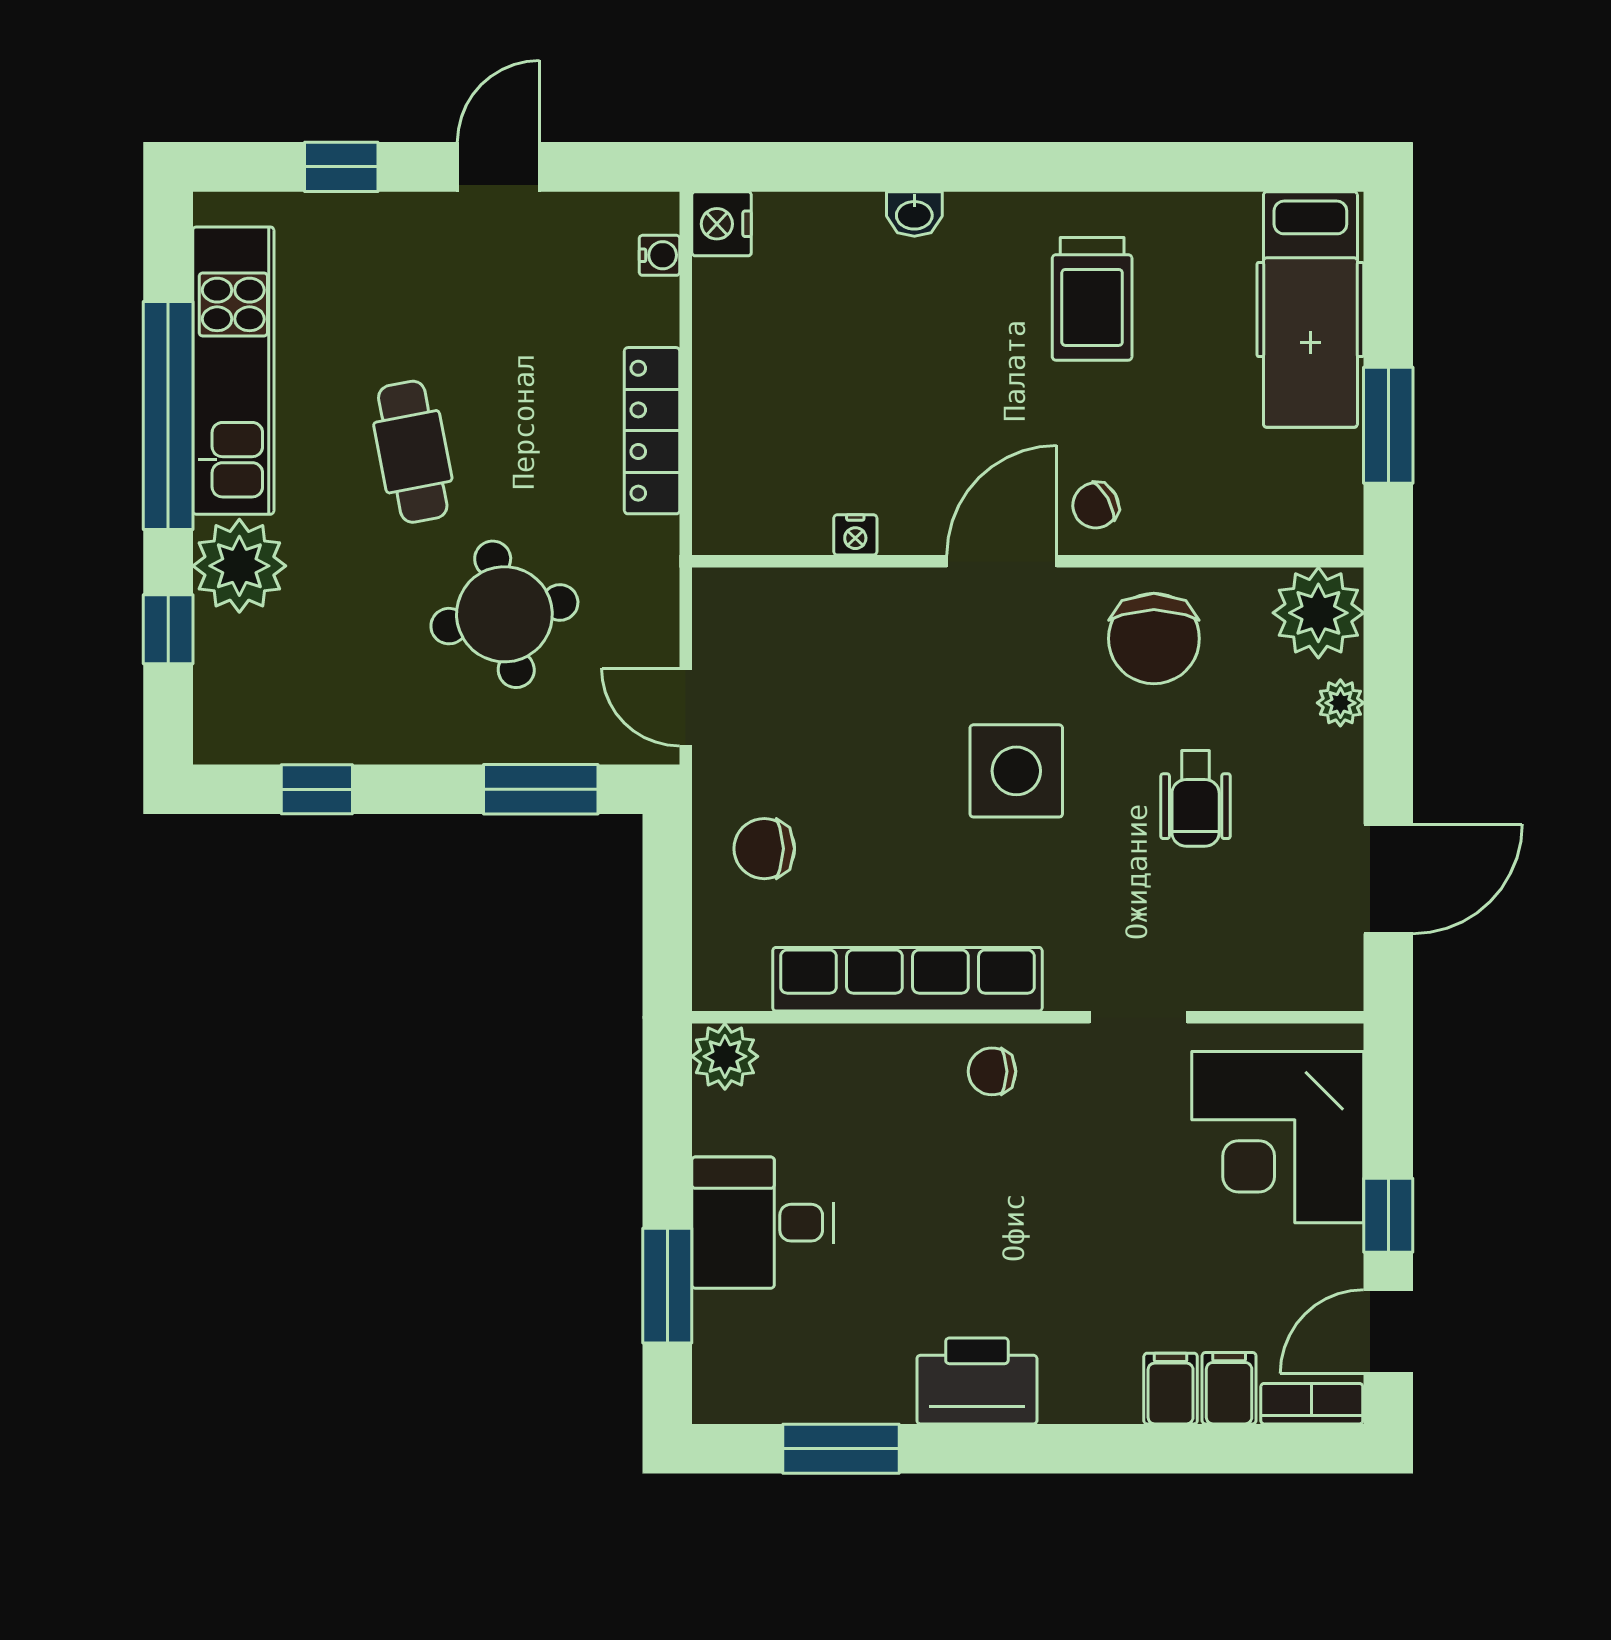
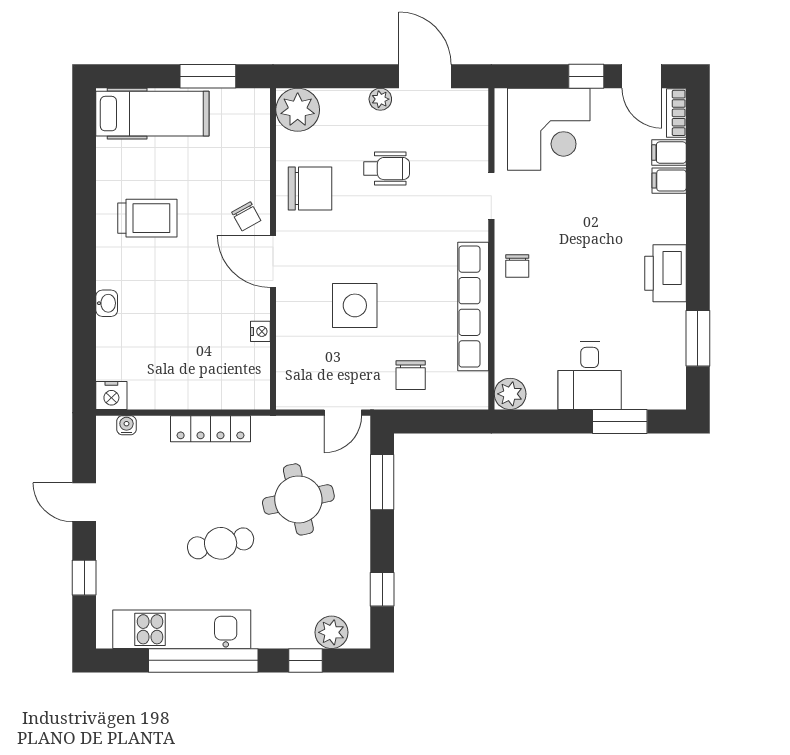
plant: (239, 566) -> (331, 632), moved, width x0.73, depth x0.73
plant: (1340, 703) -> (380, 99), moved
side table: (1016, 771) -> (355, 305), moved

